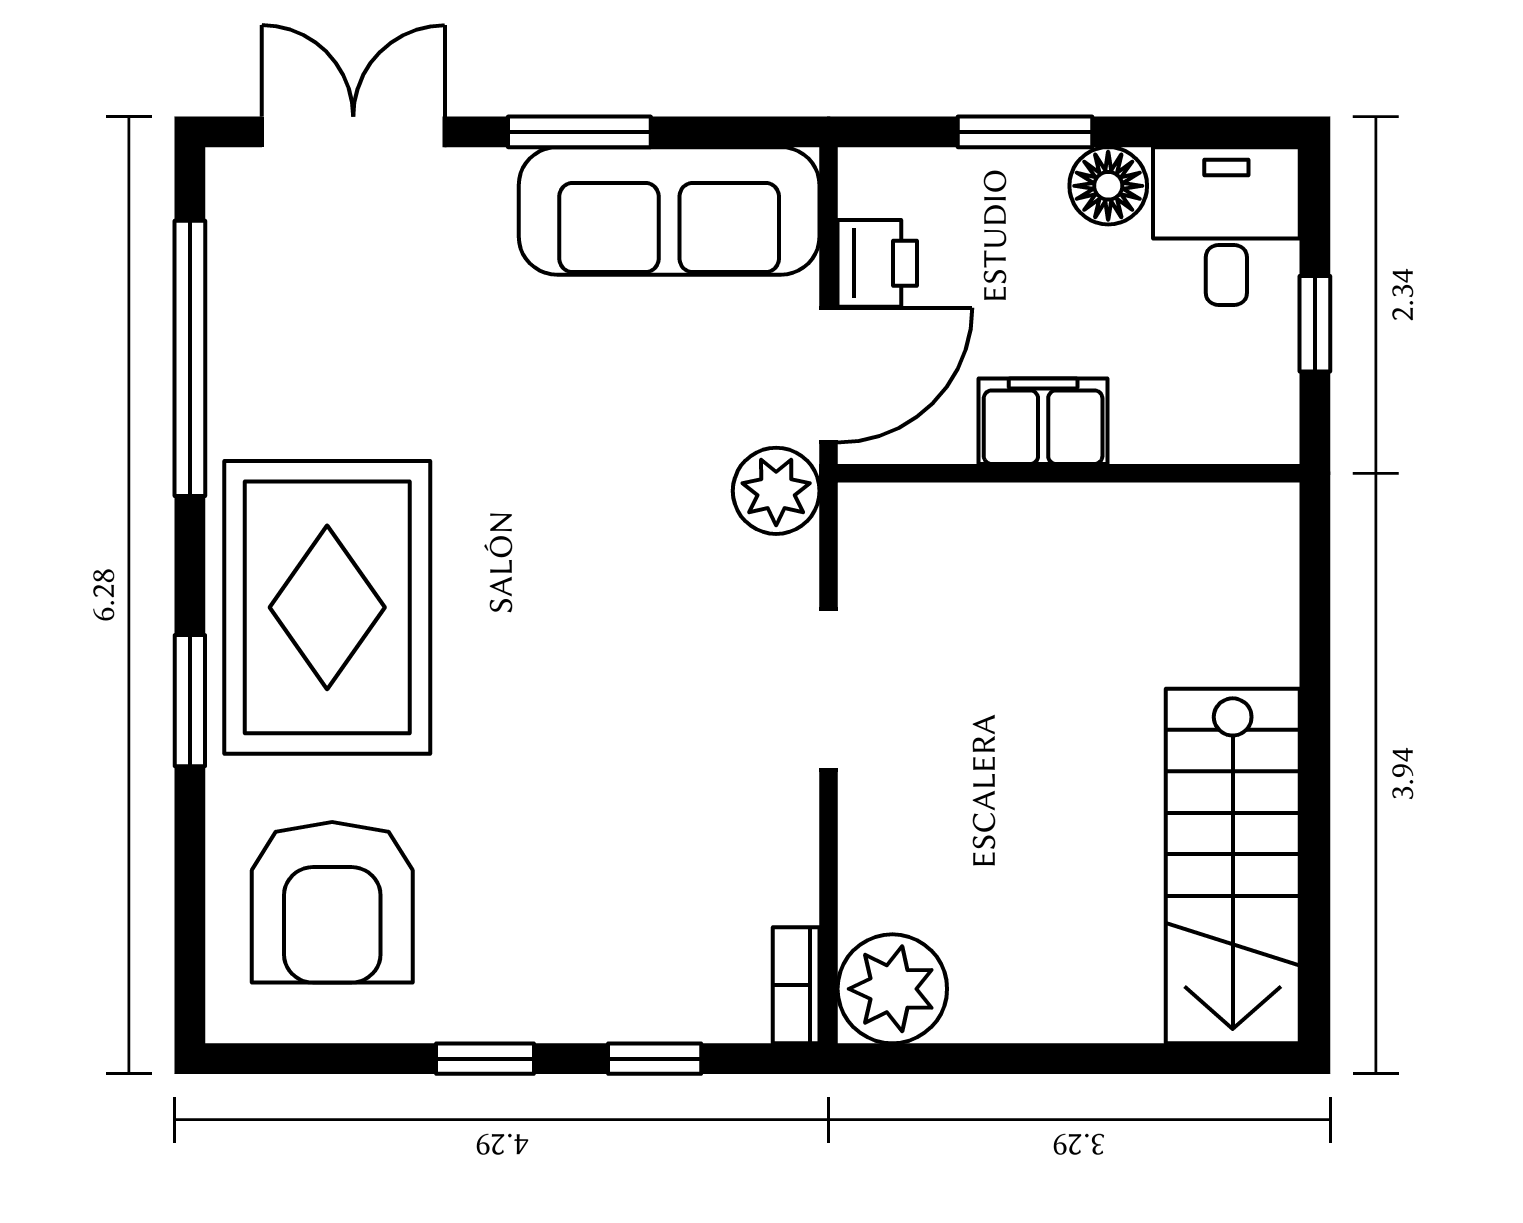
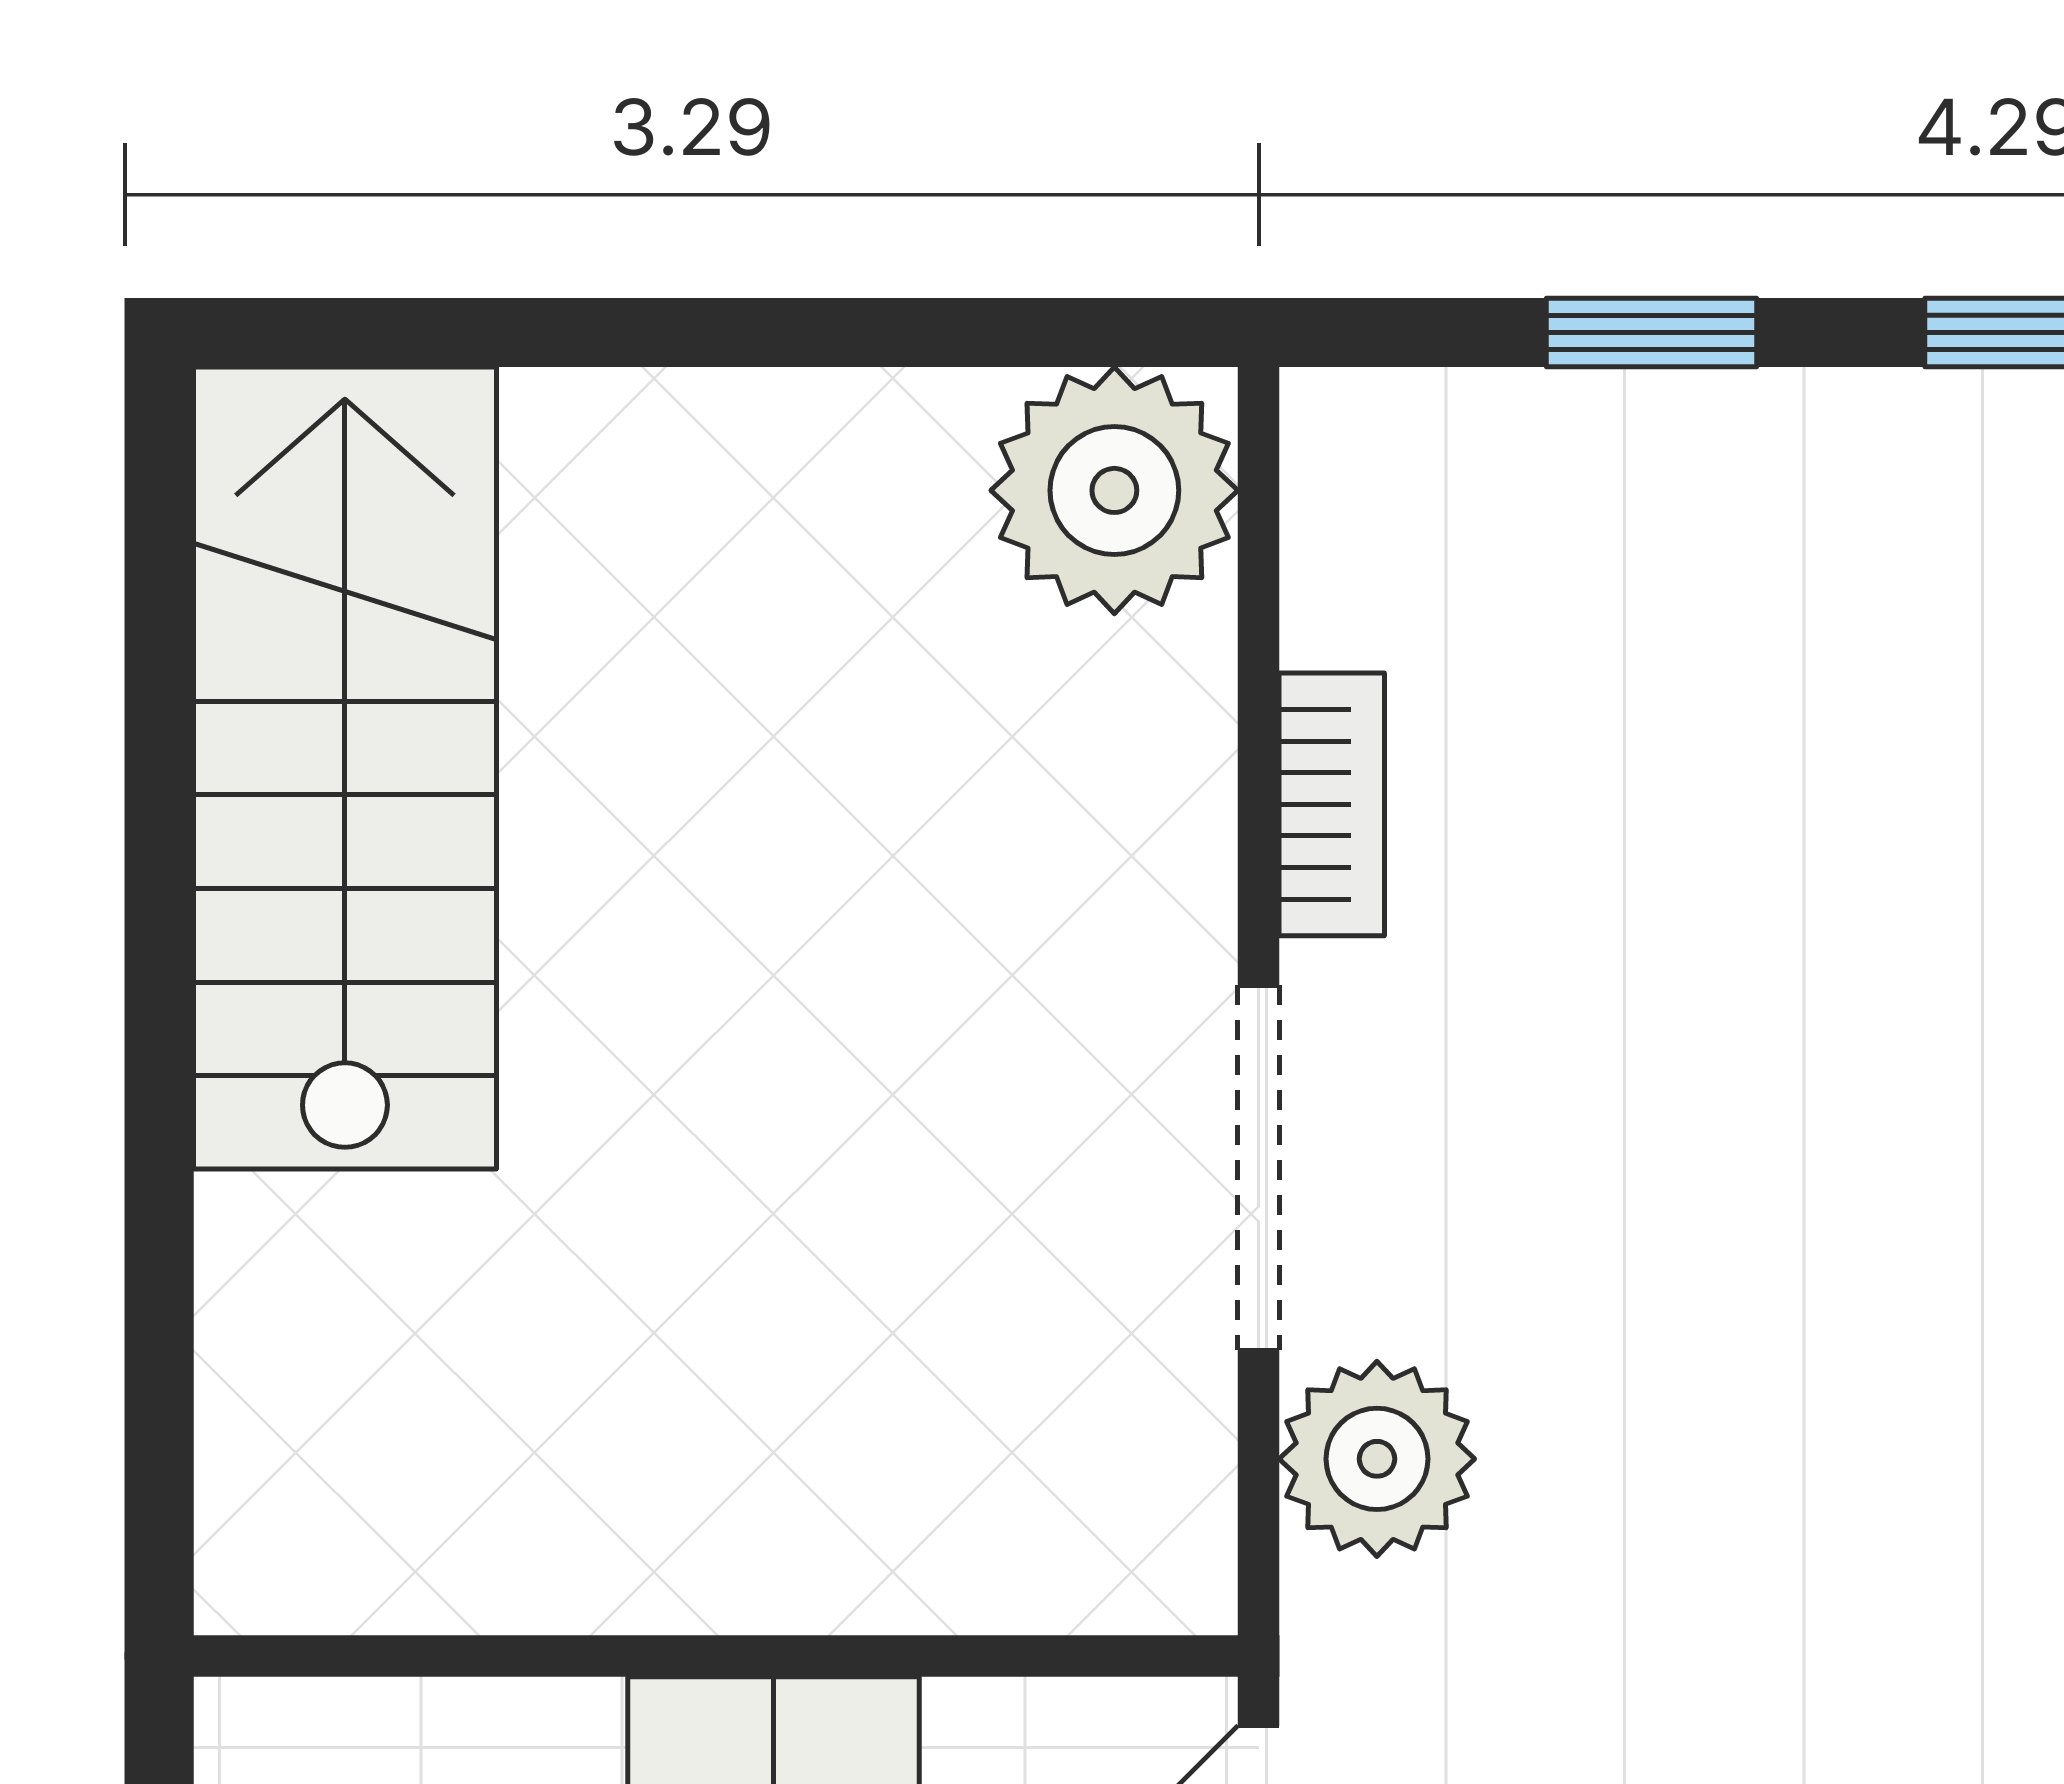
plant: (776, 491) -> (1377, 1459), moved
bookcase: (796, 985) -> (1332, 804), moved

